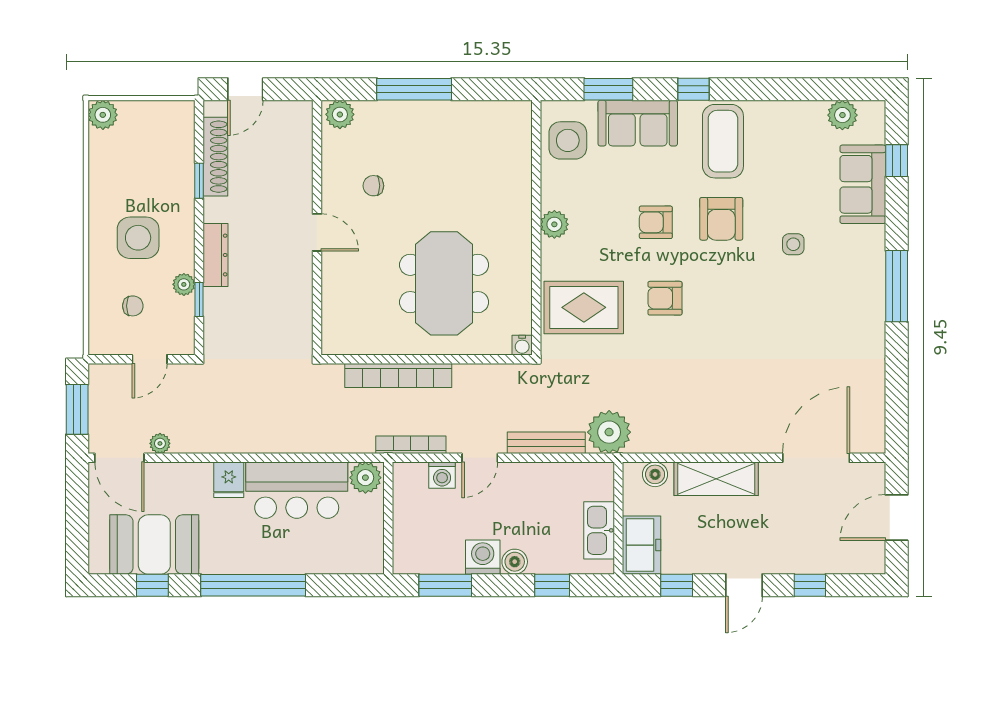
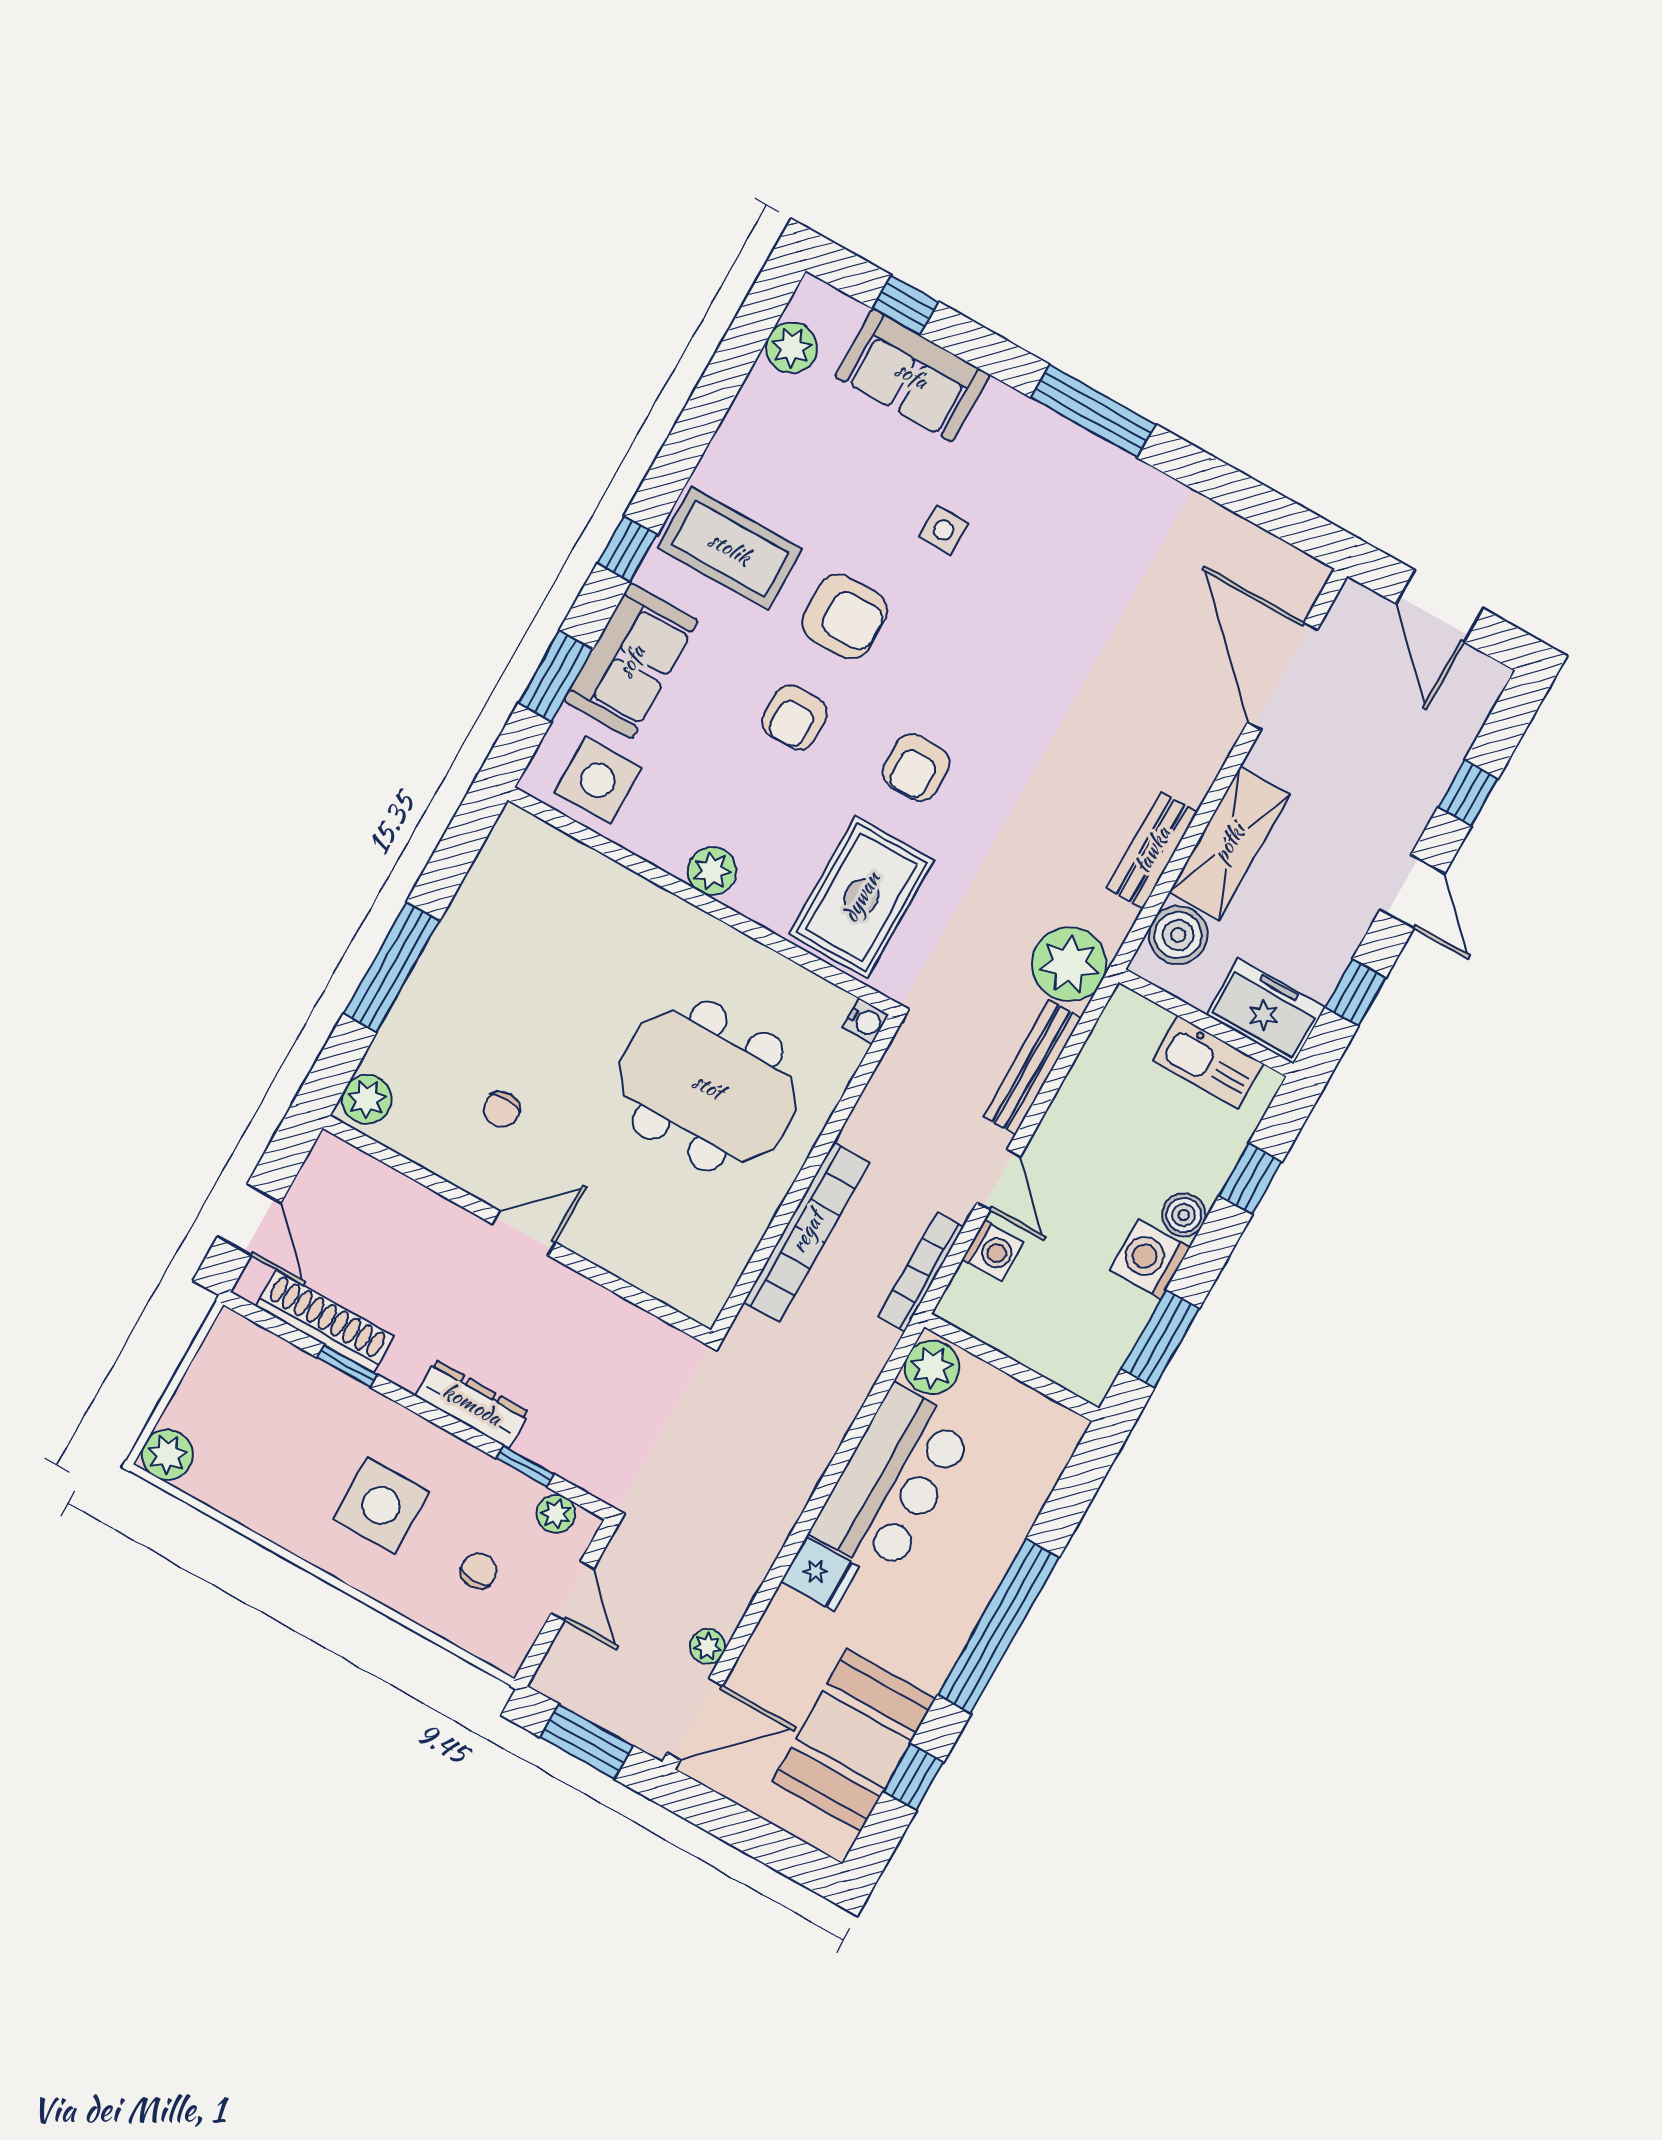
plant: (184, 284) -> (556, 1514), moved
bench: (690, 441) -> (1152, 850), added
boiler: (655, 474) -> (1178, 935), width x1.36, depth x1.36

